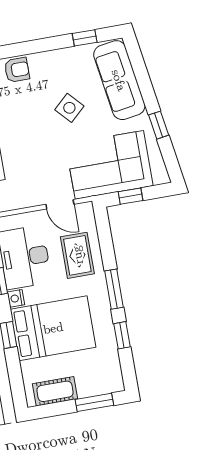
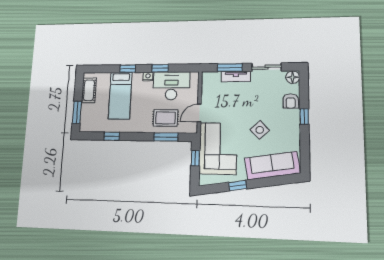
window: (85, 38) -> (304, 116), moved
window: (114, 289) -> (166, 137), moved
bed: (53, 328) -> (120, 96), width x0.67

